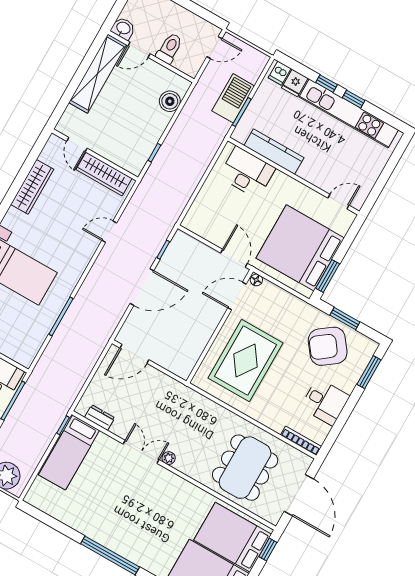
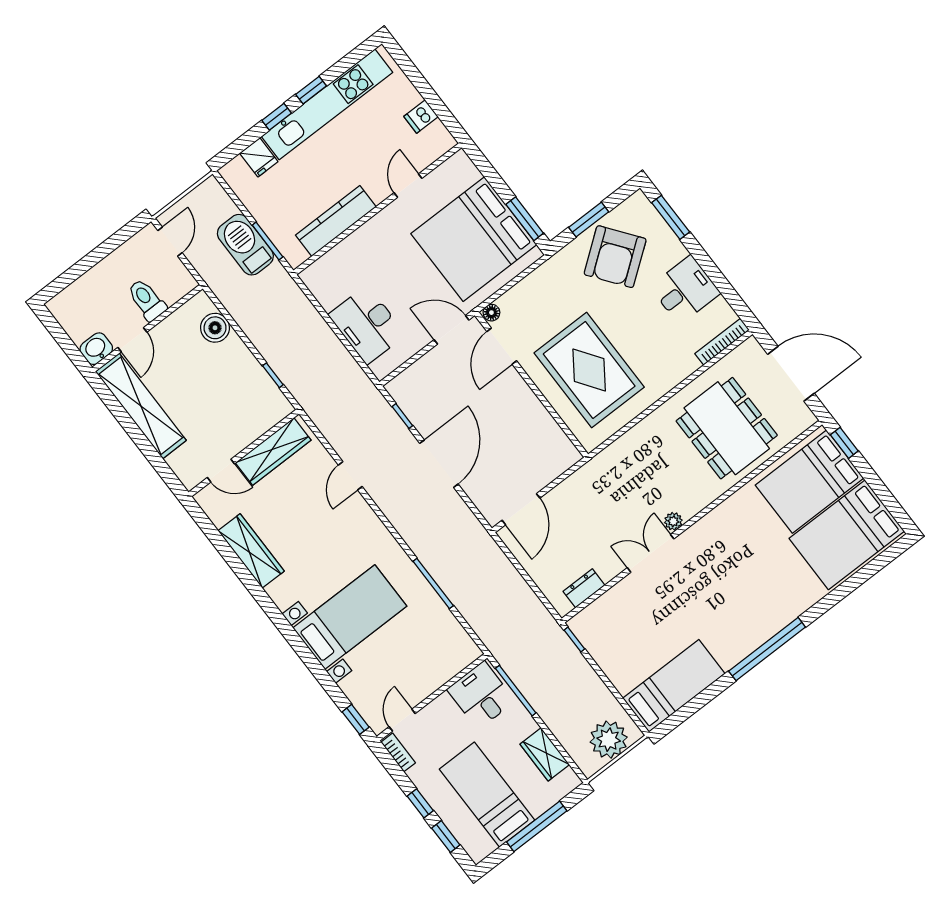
dishwasher: (280, 73) -> (421, 117), moved, turned 90
desk: (247, 172) -> (367, 325), moved, turned -90
door: (338, 202) -> (408, 186), moved
bed: (69, 453) -> (674, 686), moved, turned -90

